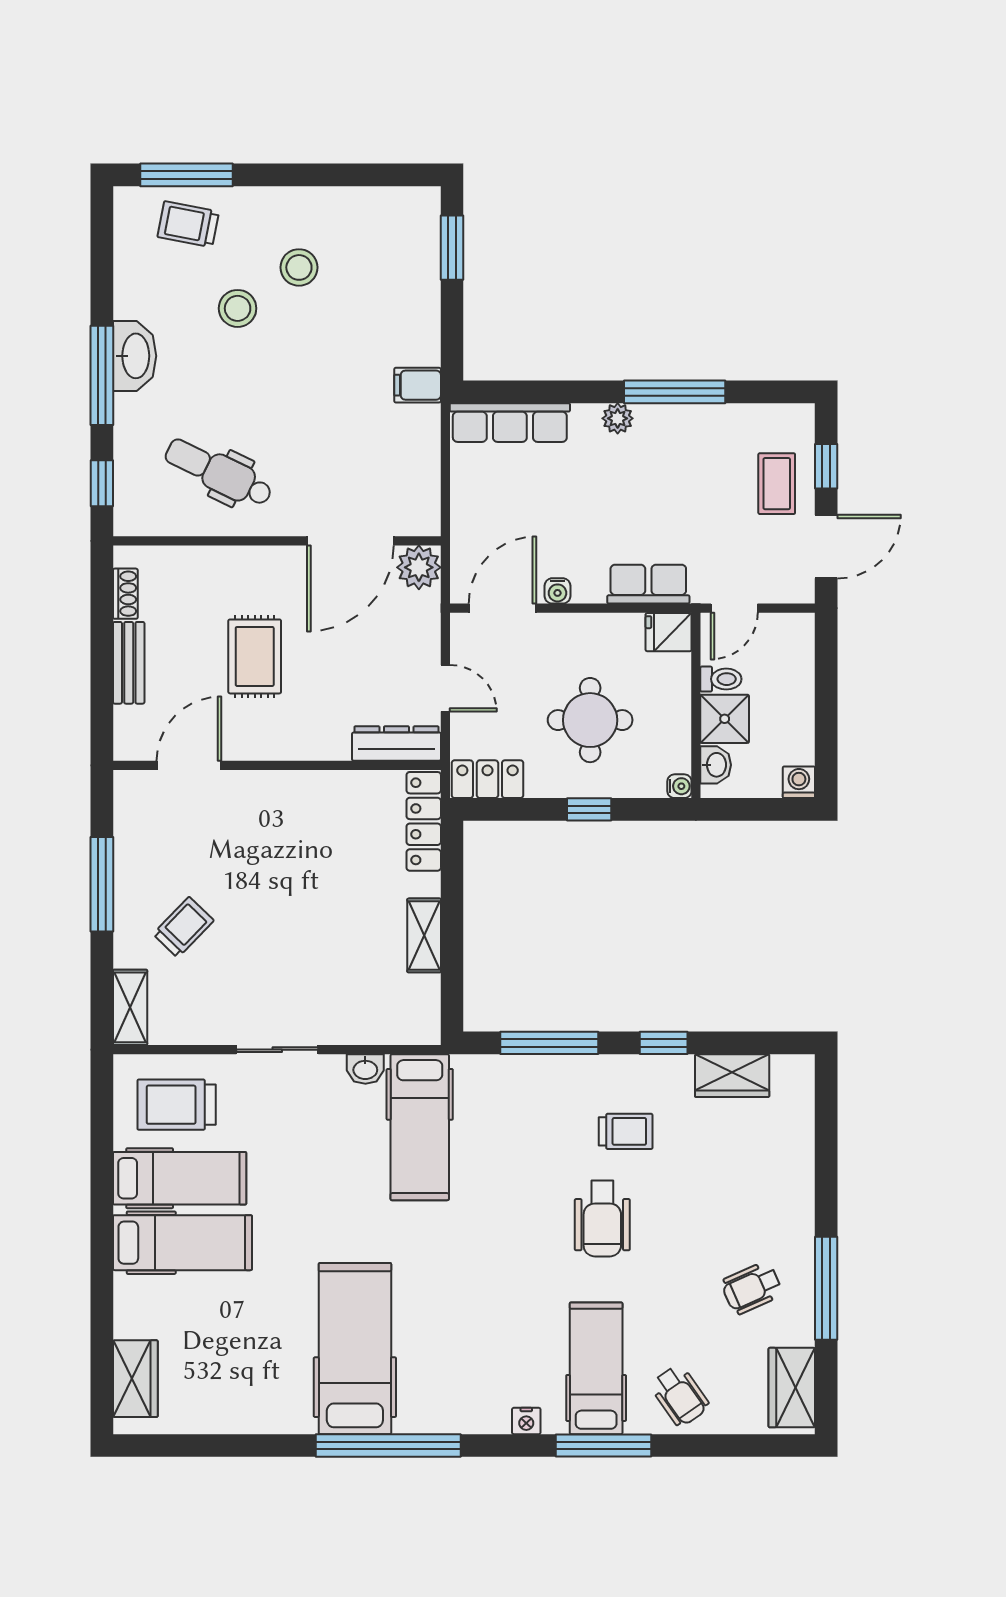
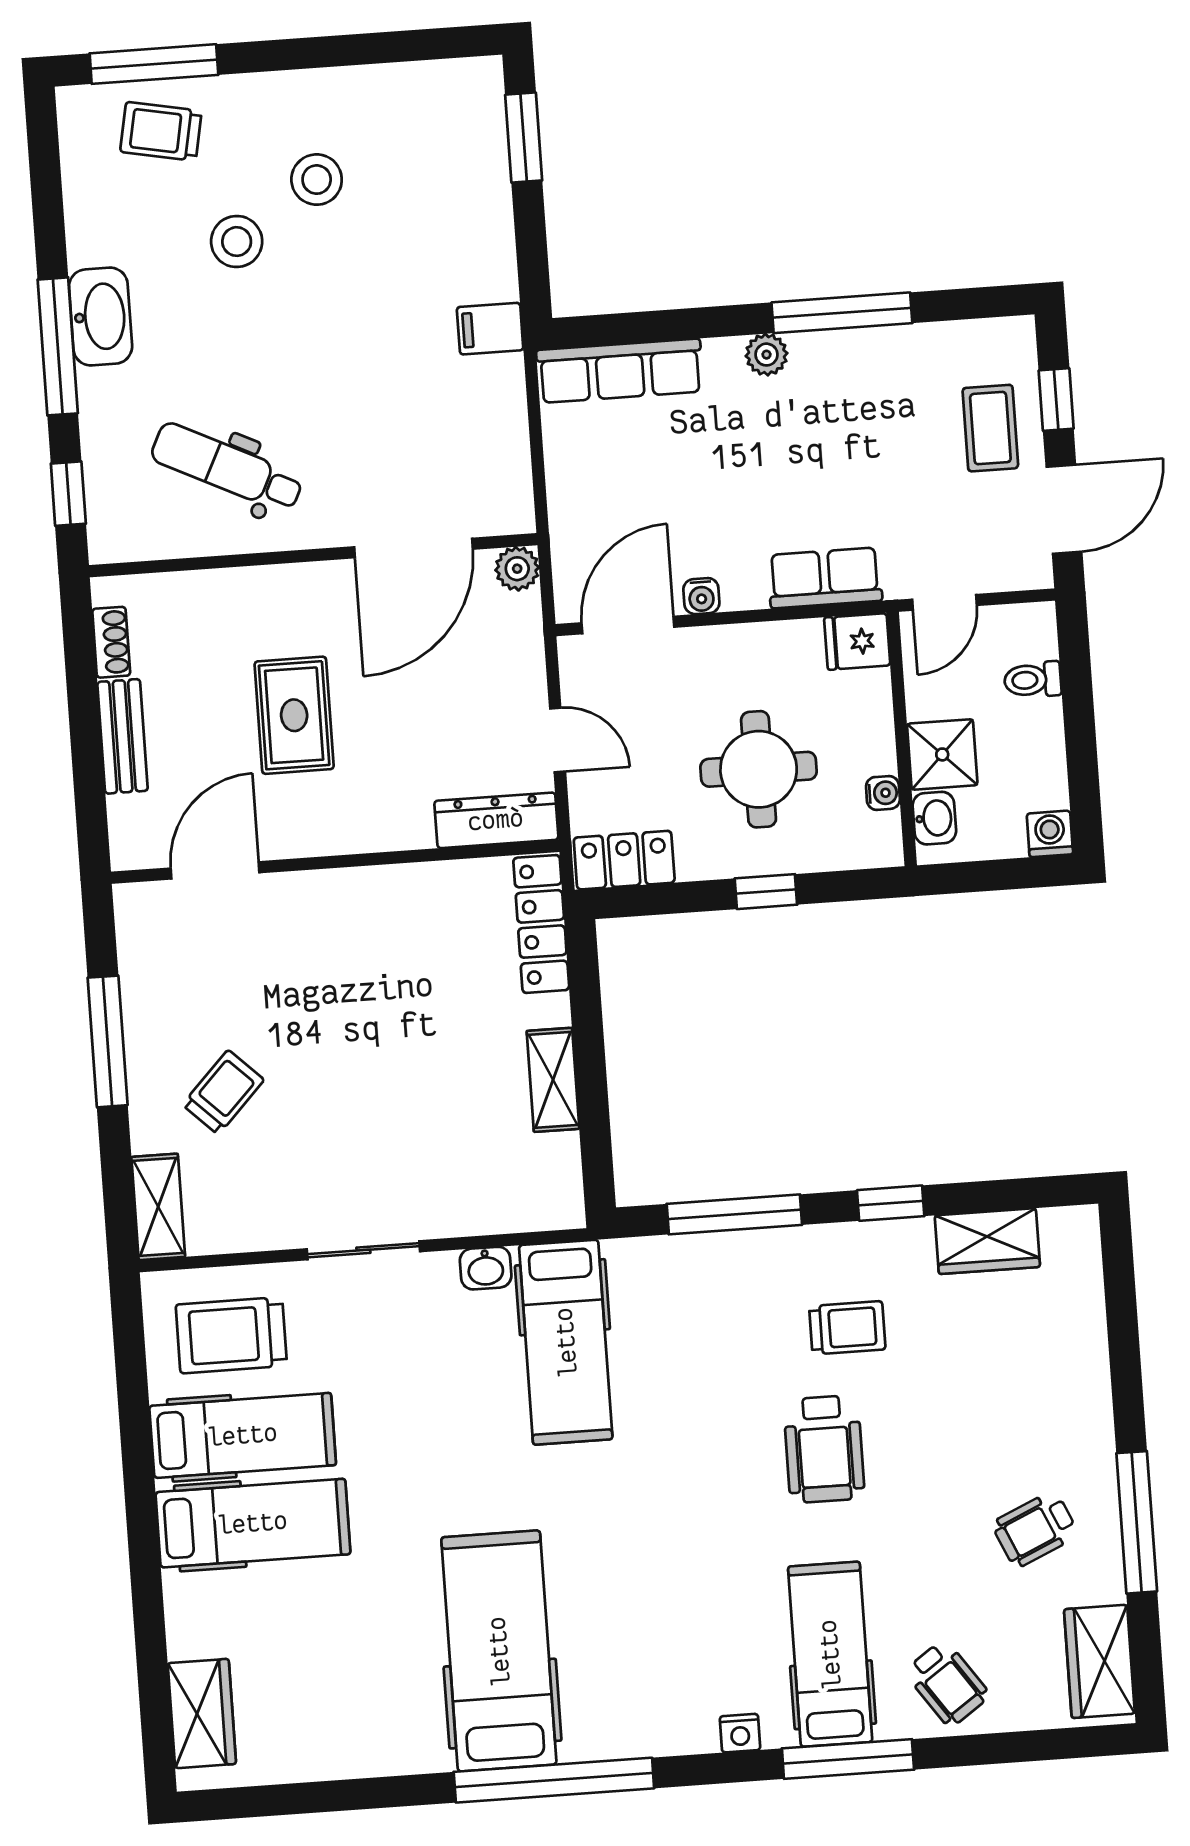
plant: (419, 567) -> (517, 569), width x0.73, depth x0.73
toilet: (721, 679) -> (1033, 680), moved, turned 180
water cooler: (679, 786) -> (883, 793), moved

